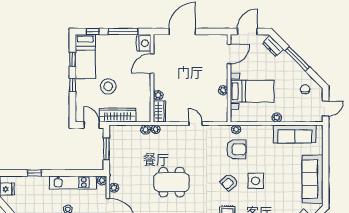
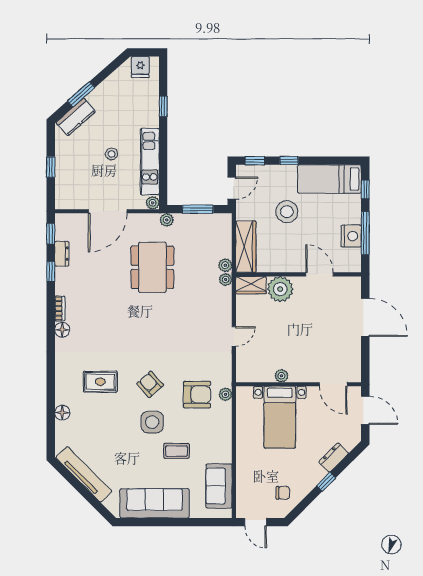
nightstand: (144, 43) -> (351, 236), moved, turned -90
dresser: (273, 46) -> (334, 458), moved
window: (72, 59) -> (255, 161), moved
window: (297, 59) -> (326, 482), width x0.46
plant: (158, 95) -> (280, 289), width x1.87, depth x1.87
wardrobe: (117, 115) -> (246, 247), moved
plant: (277, 118) -> (242, 452), removed
sofa: (295, 134) -> (219, 486), width x0.73
armchair: (236, 149) -> (197, 395), turned -90
coffee table: (276, 164) -> (177, 451), added
dining table: (172, 182) -> (152, 267), moved
plant: (114, 188) -> (167, 220), moved

